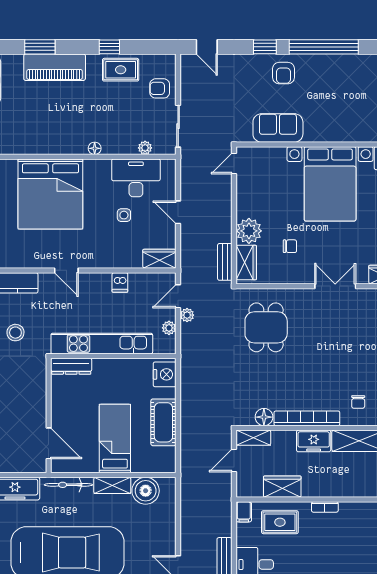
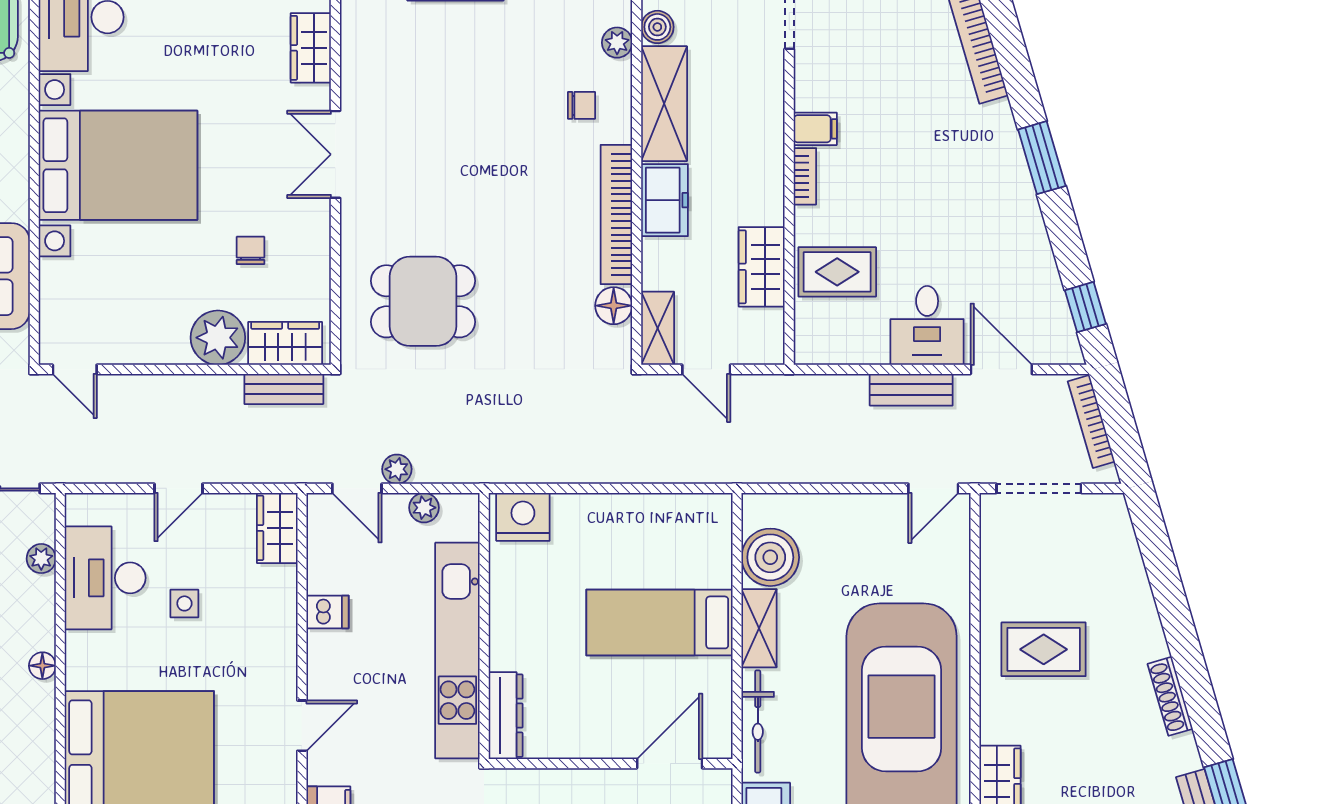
cot: (163, 422) -> (625, 519), removed
filing cabinet: (244, 512) -> (815, 129), moved
rug: (280, 522) -> (837, 272), turned 90

